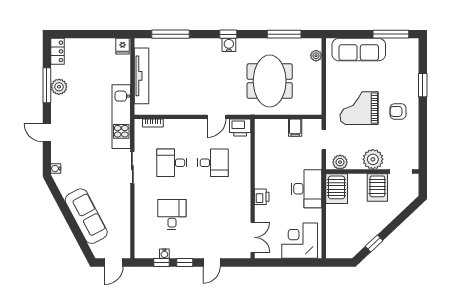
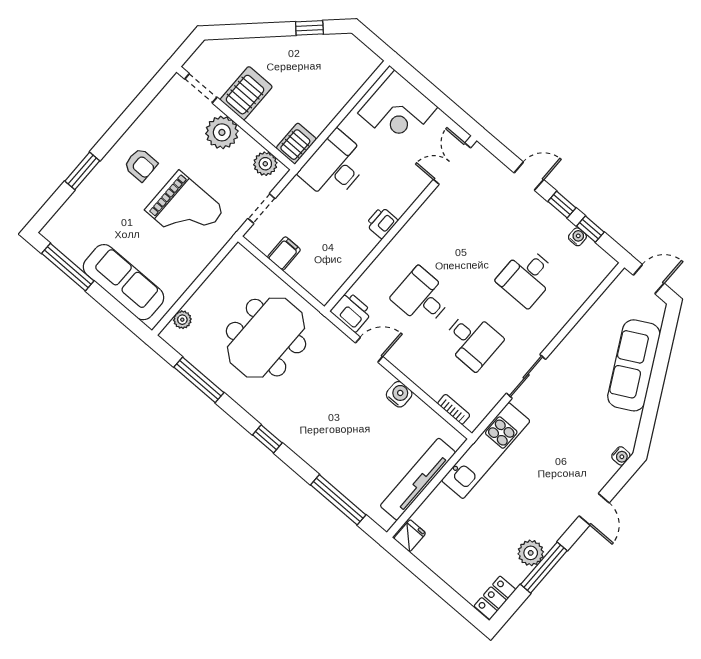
water cooler: (229, 45) -> (399, 394), moved, turned 180
server rack: (337, 189) -> (296, 144), width x0.73, depth x0.70
printer: (262, 197) -> (382, 223), moved

